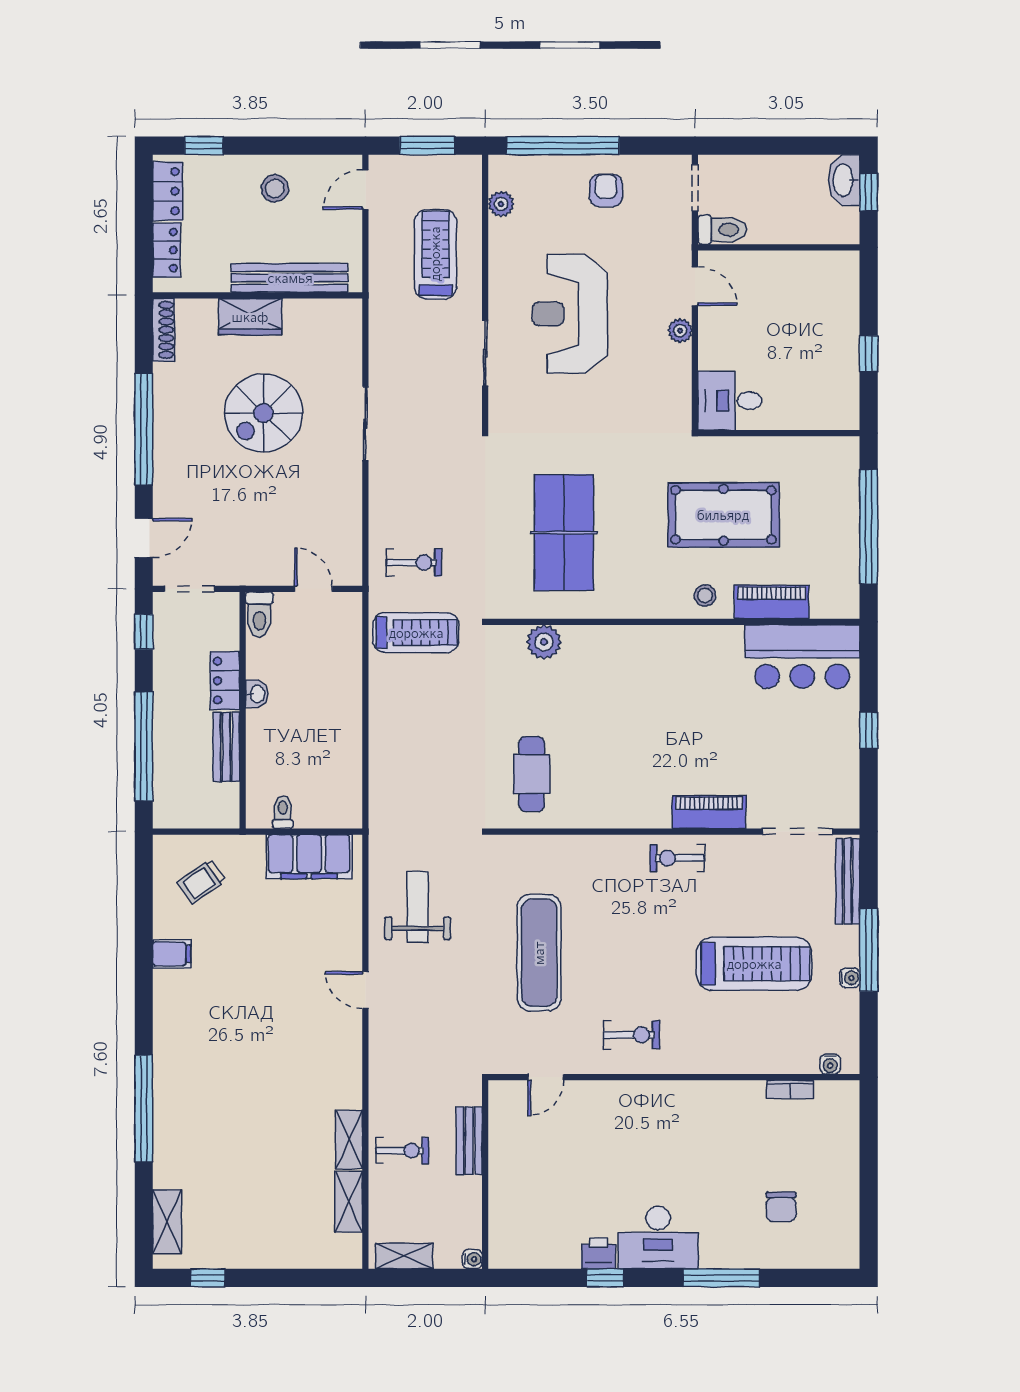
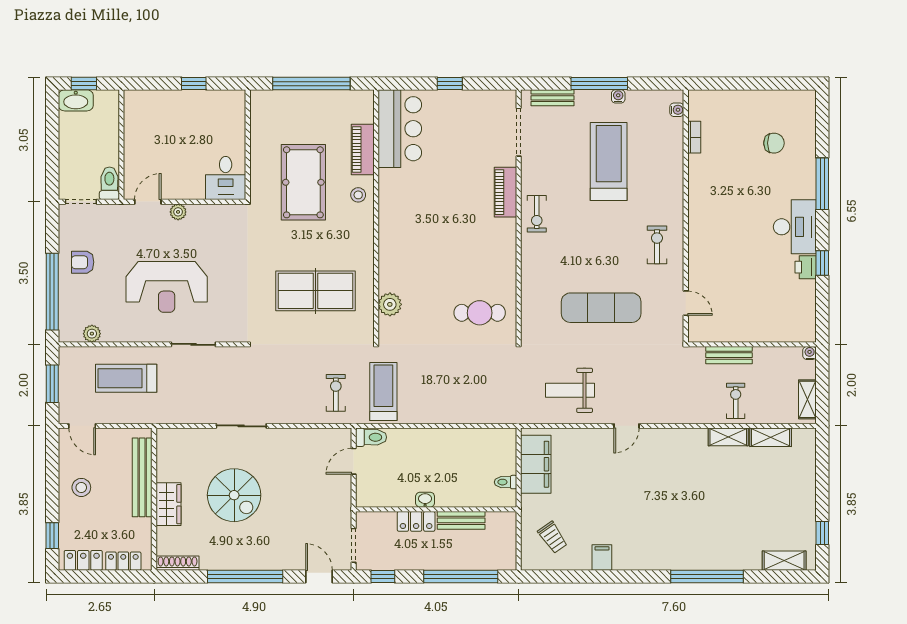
toilet: (259, 614) -> (371, 437), moved
bench: (848, 881) -> (553, 98), width x0.73

